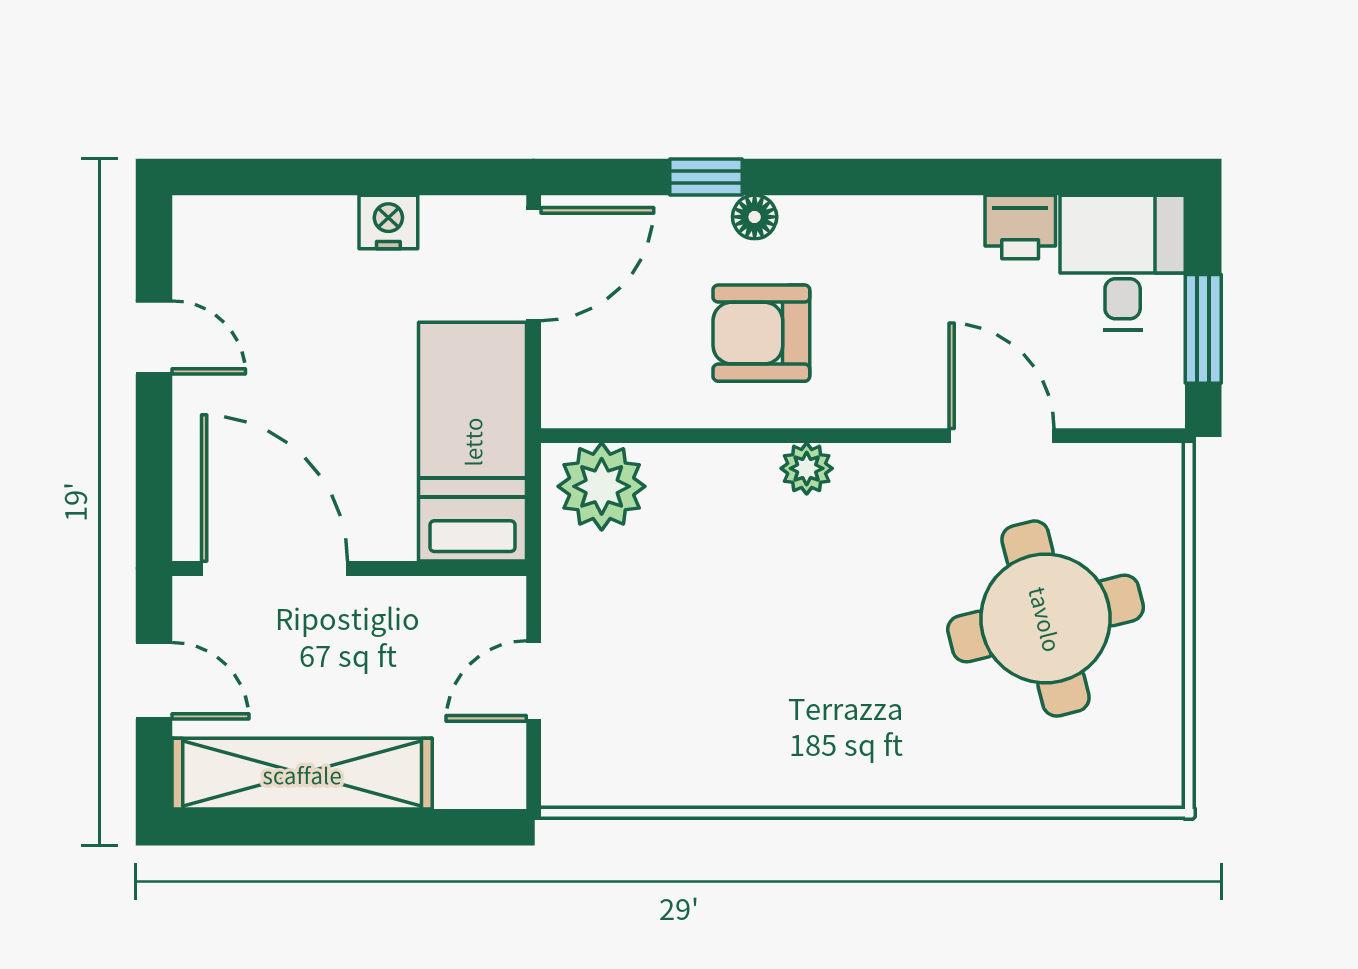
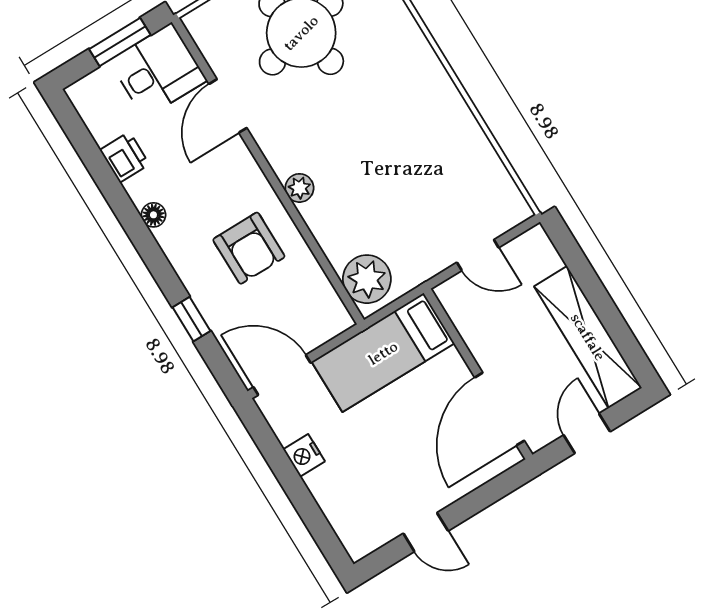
floor lamp: (755, 217) -> (153, 215), moved
desk: (1123, 262) -> (158, 71), moved, turned 180
door: (154, 337) -> (426, 532), swing flipped

